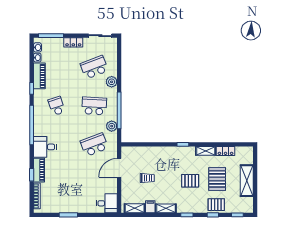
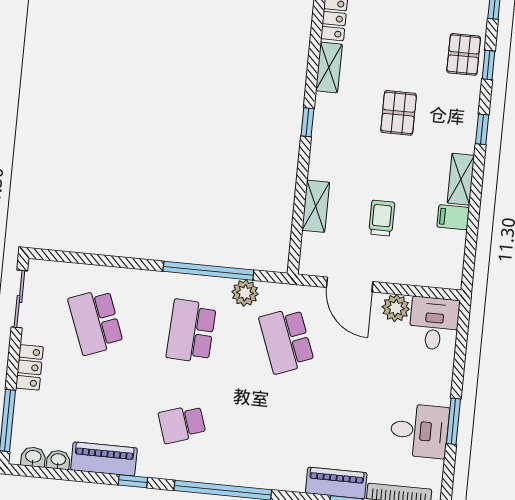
plant: (112, 82) -> (396, 308), moved
desk: (45, 147) -> (419, 431), moved, turned -90
pallet: (217, 179) -> (401, 46), removed
shelving: (135, 208) -> (316, 206), moved

